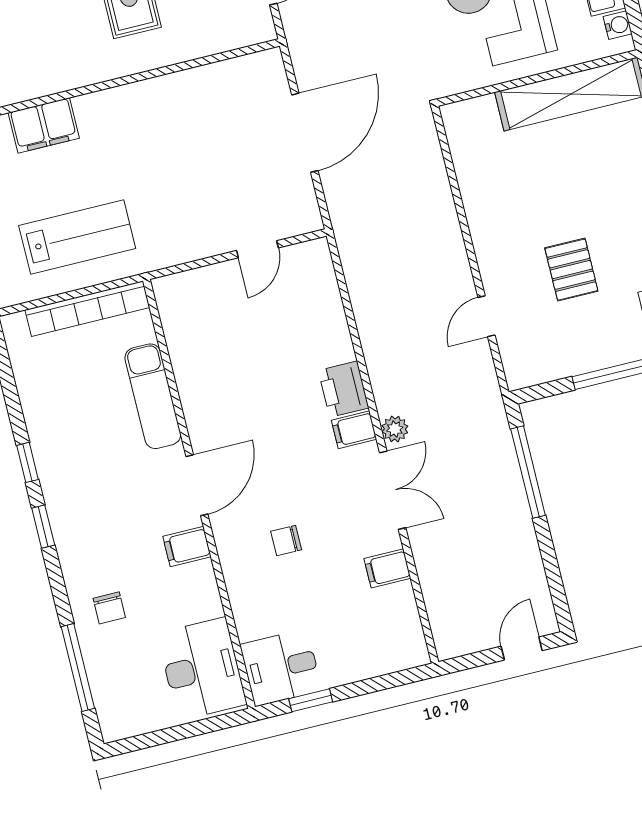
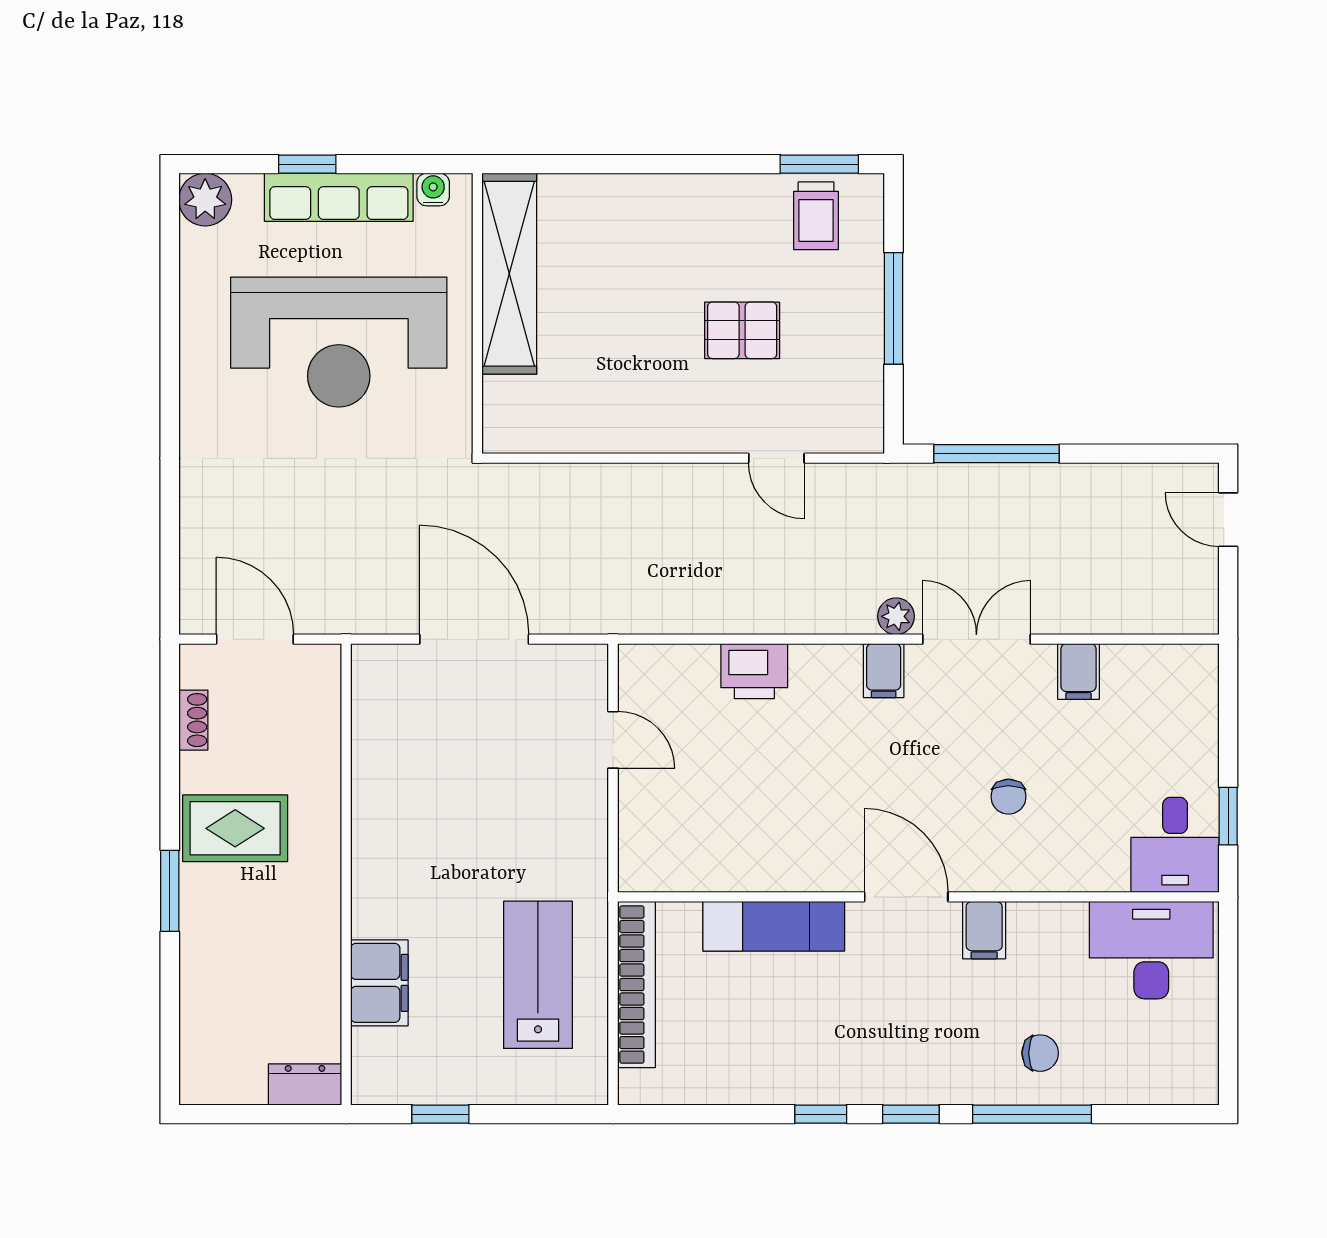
printer: (344, 389) -> (754, 671), moved
window: (78, 668) -> (1032, 1114), moved

